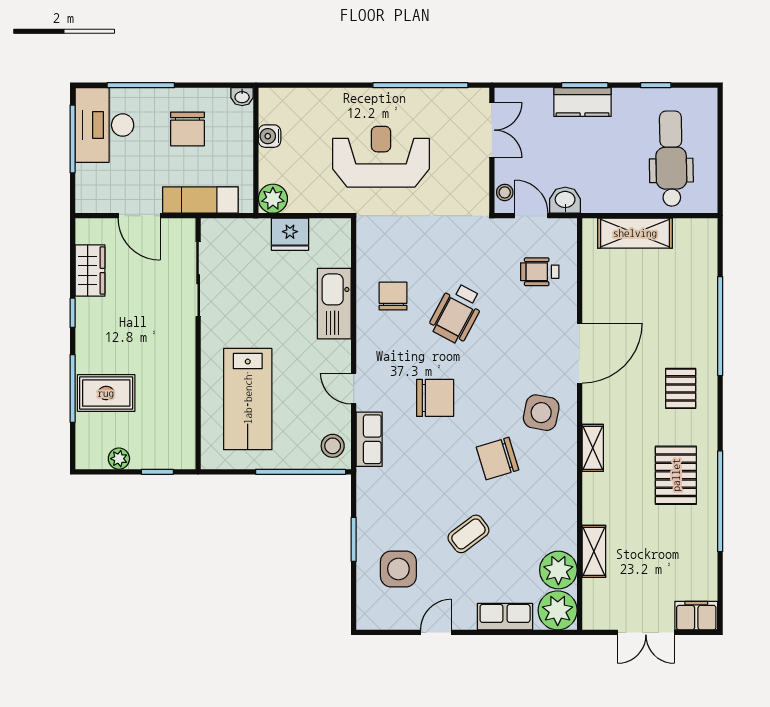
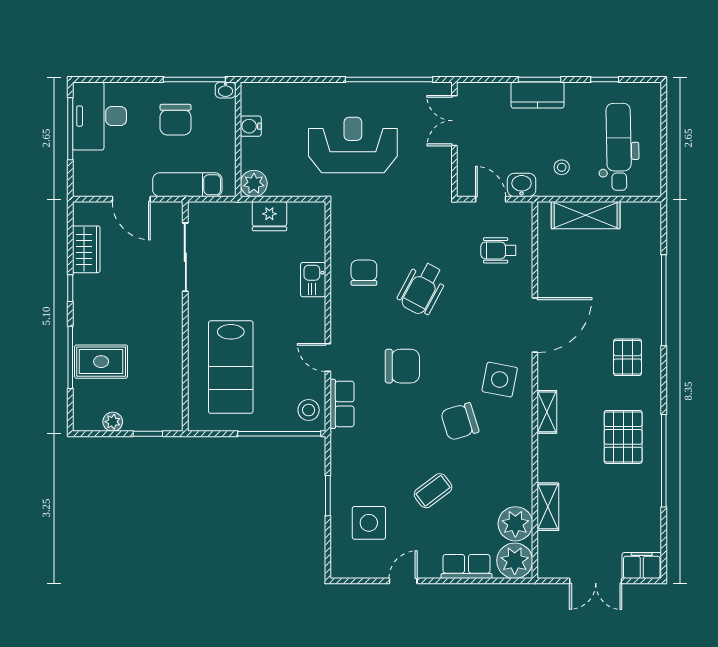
window: (141, 85) -> (194, 80), moved
double door: (492, 130) -> (454, 121), swing flipped
stool: (505, 192) -> (562, 167), moved
kitchen sink: (334, 304) -> (313, 280), width x0.53, depth x0.81

